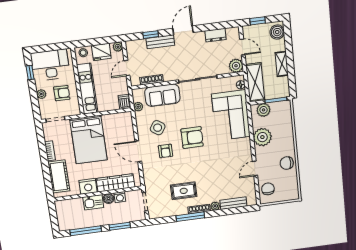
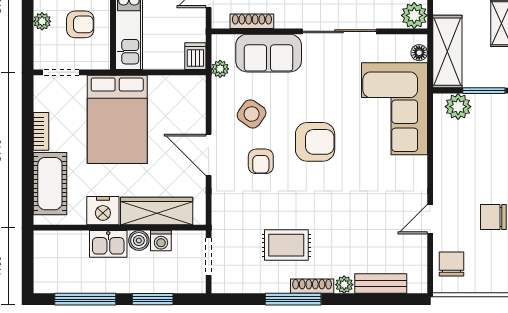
plant: (262, 137) -> (451, 159), removed

